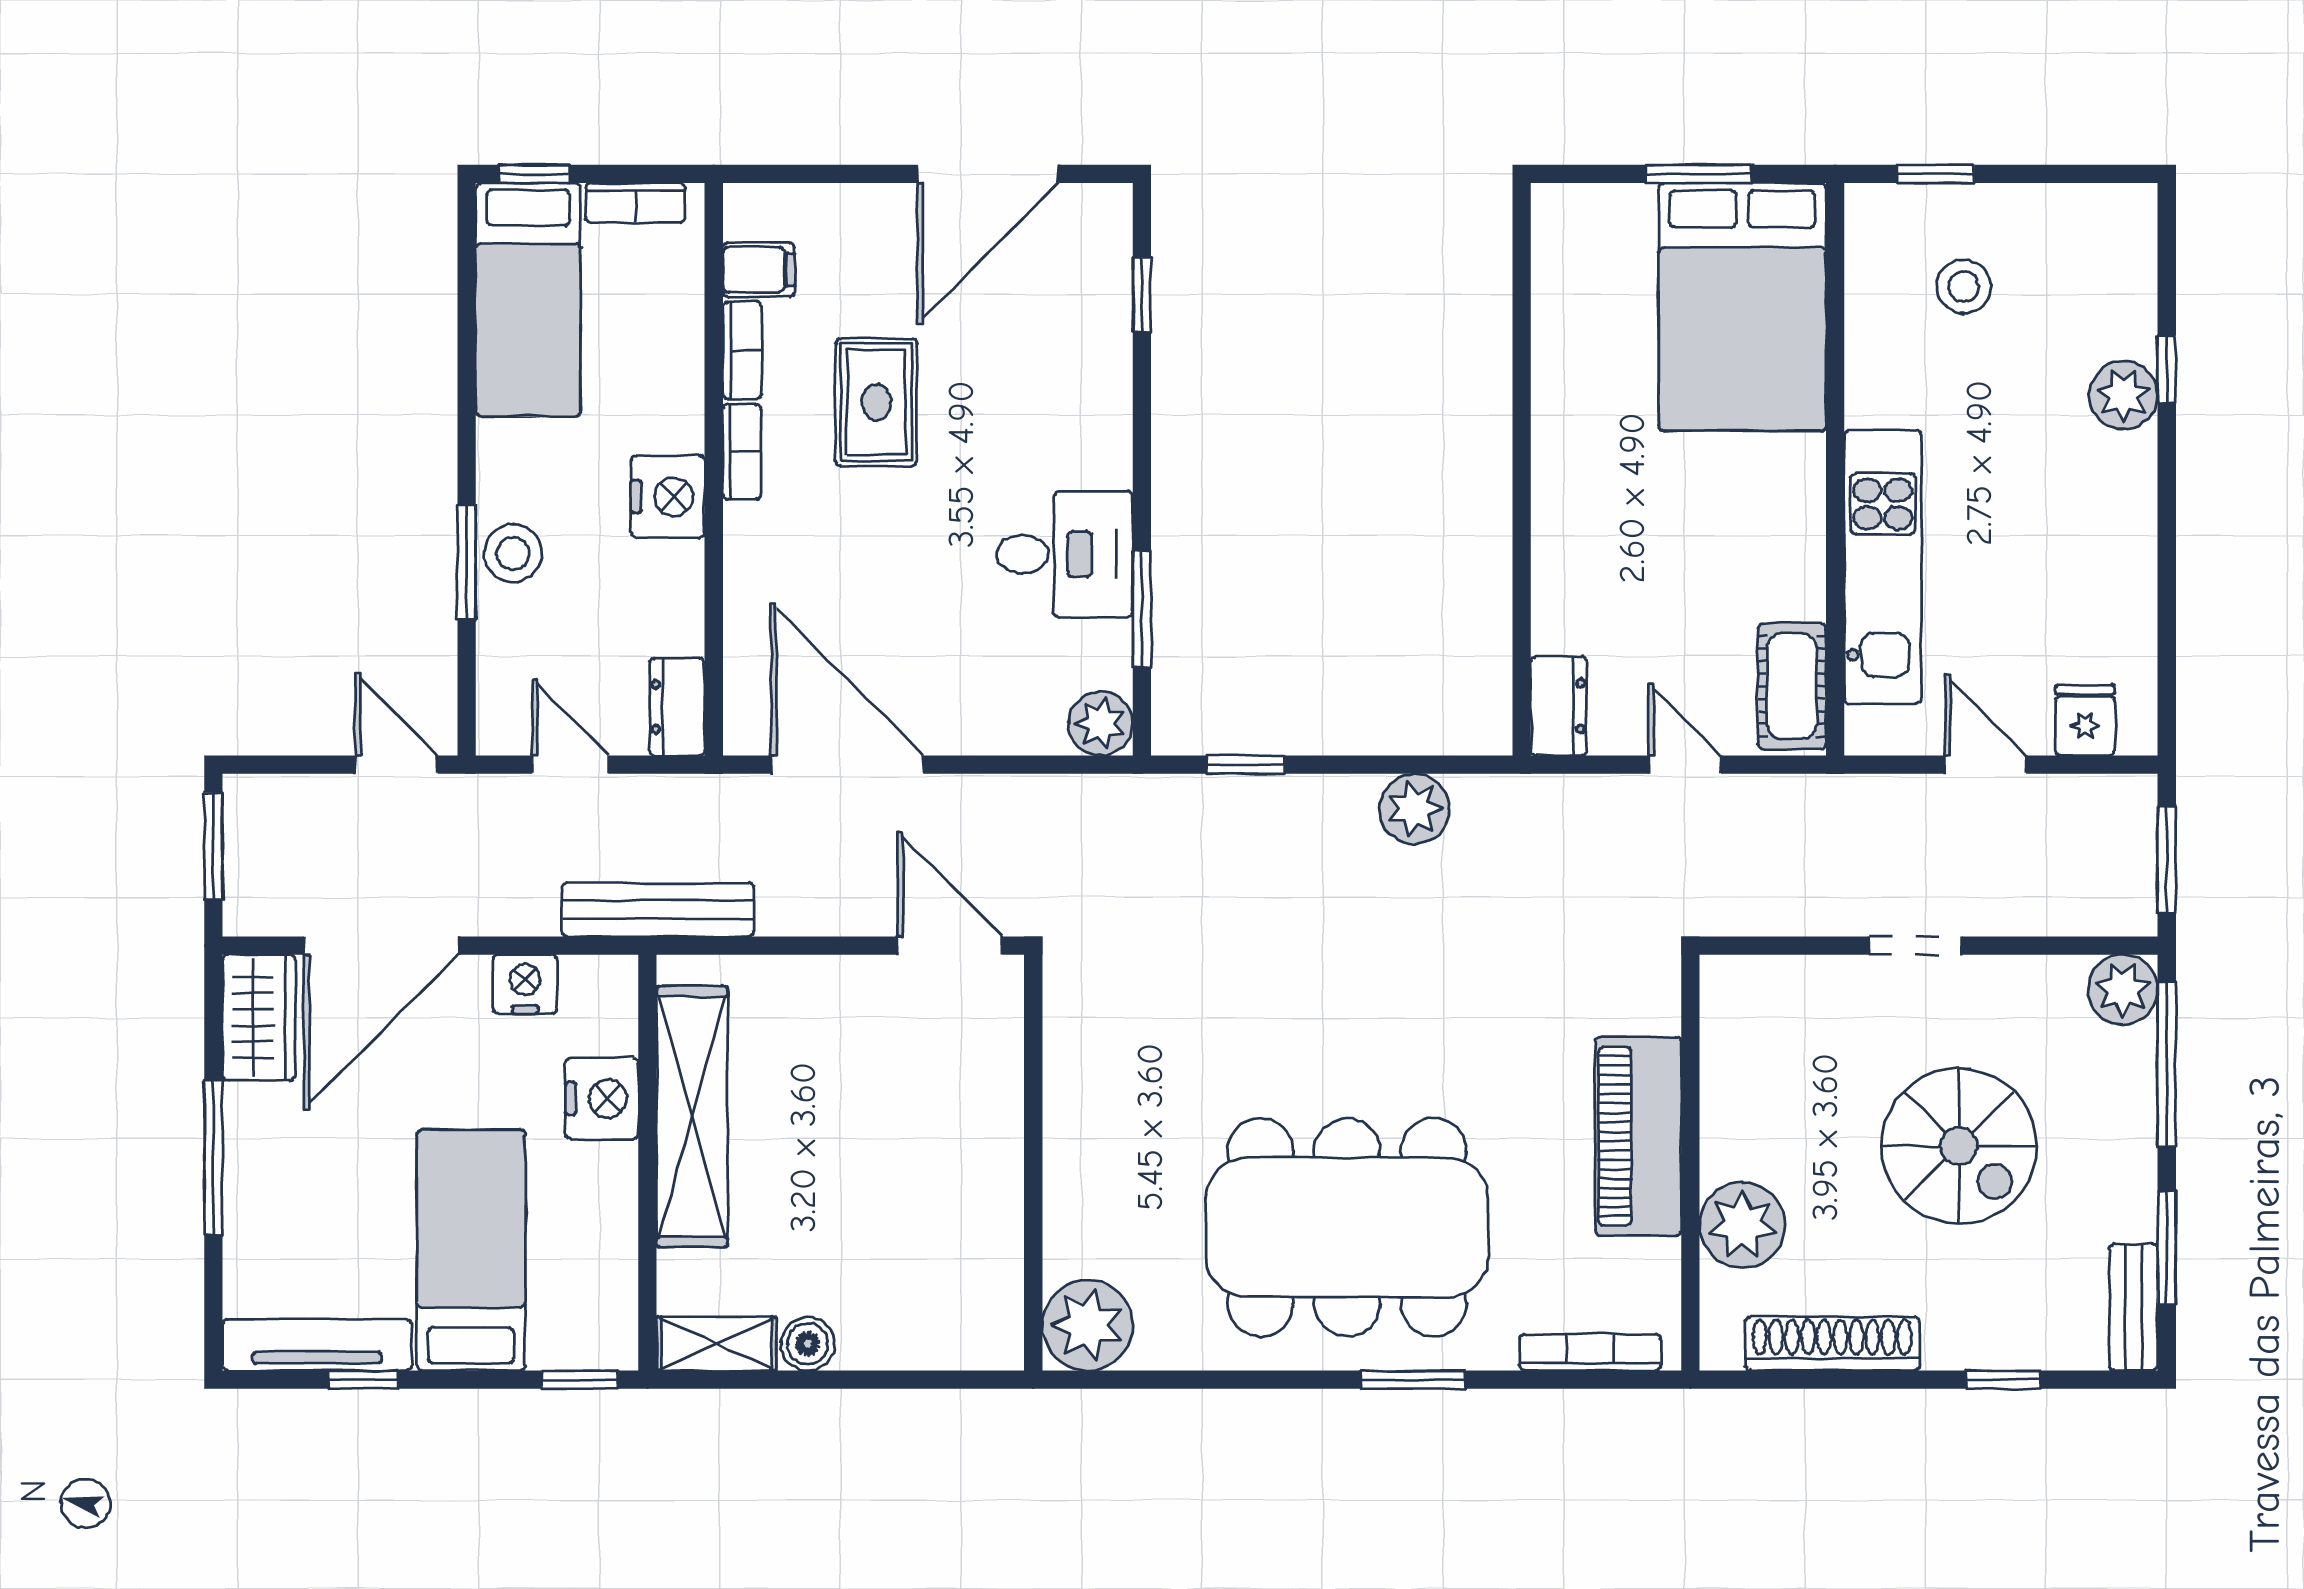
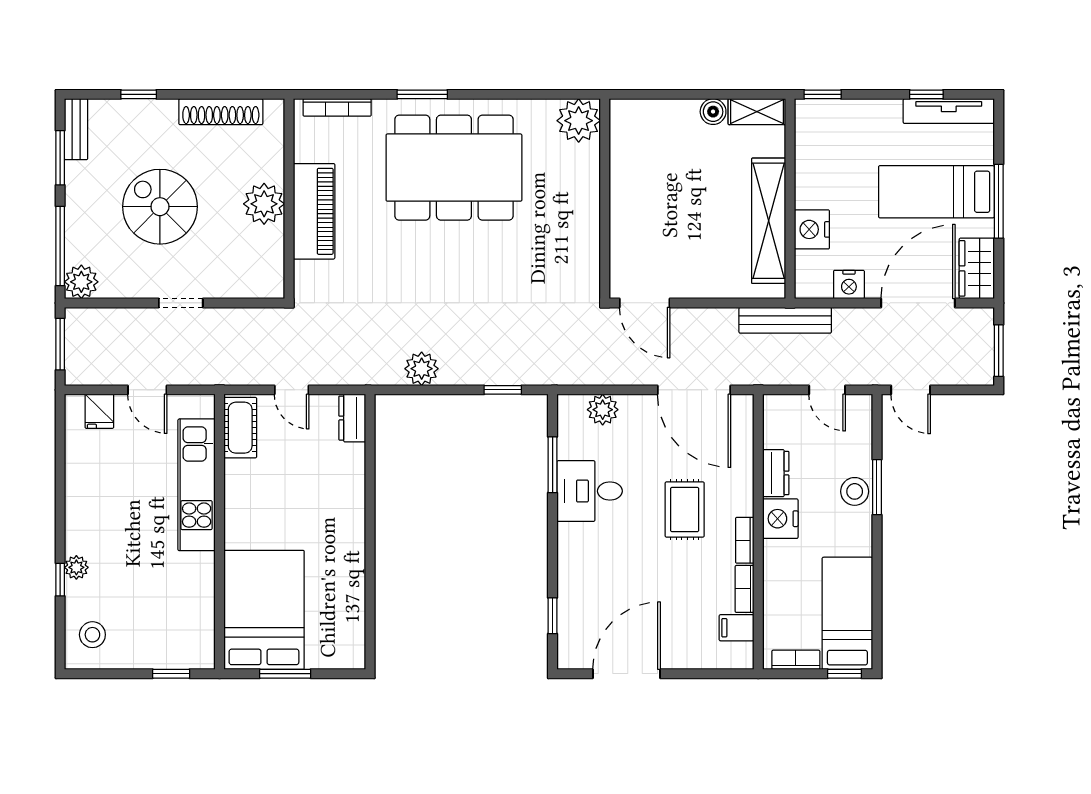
stool: (1964, 287) -> (92, 635), moved
plant: (2124, 395) -> (76, 567), width x0.73, depth x0.73
rug: (876, 402) -> (685, 510), moved
dresser: (677, 707) -> (776, 473), moved
plant: (1101, 724) -> (603, 410), moved
plant: (1742, 1225) -> (264, 204), moved
bed: (471, 1250) -> (936, 192), moved, turned 90

